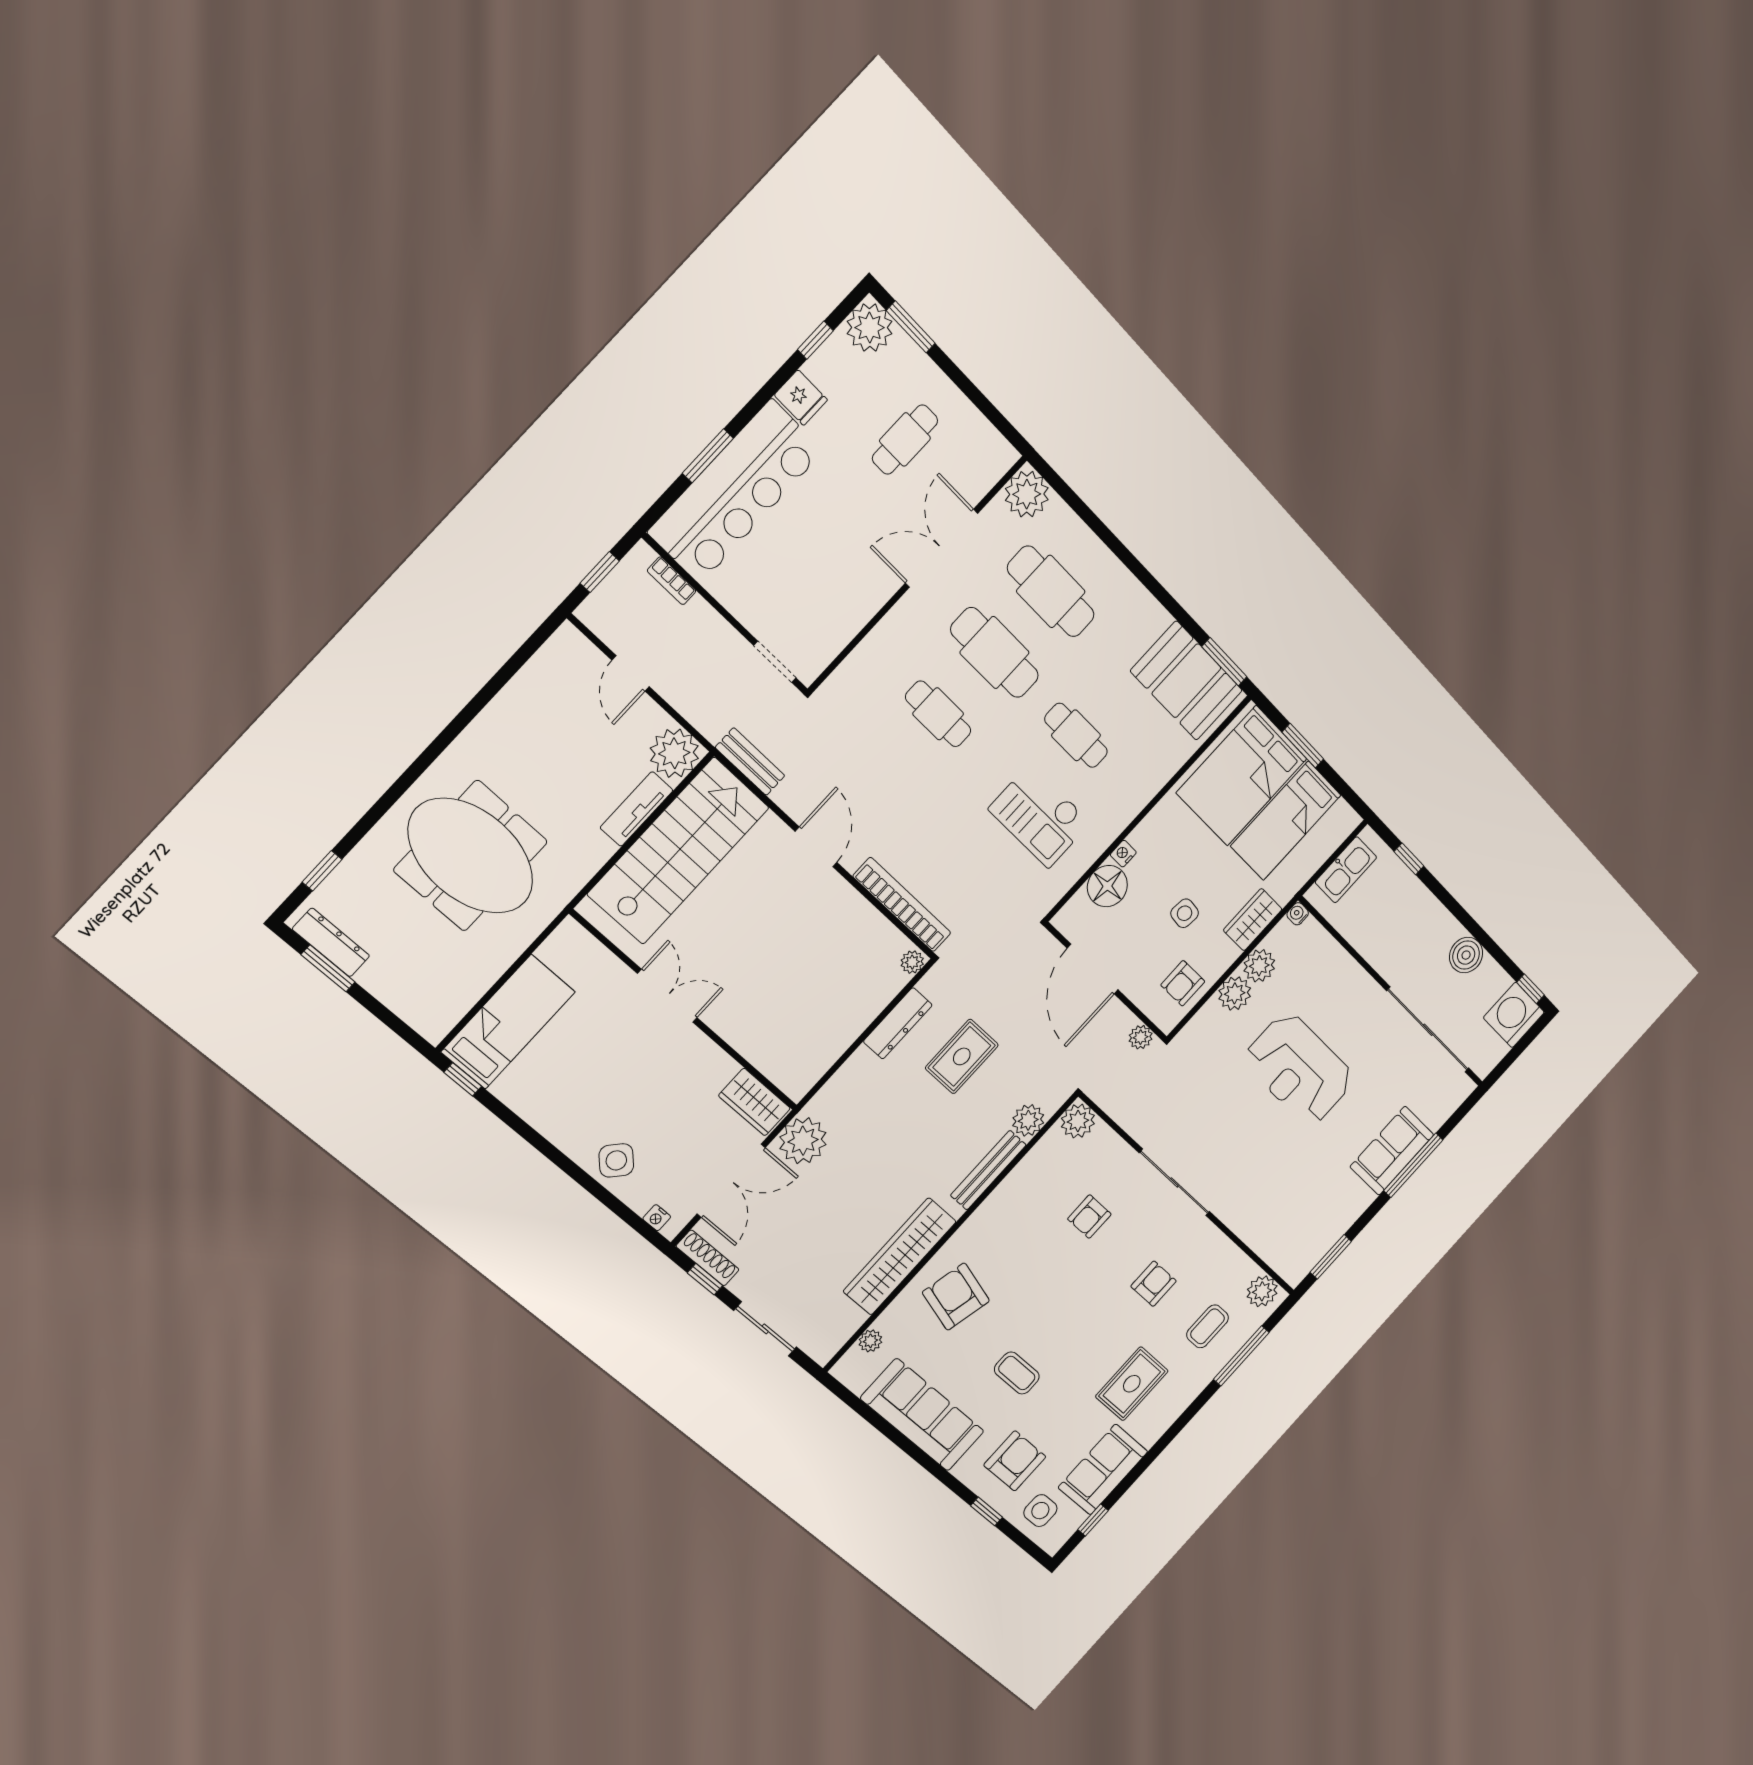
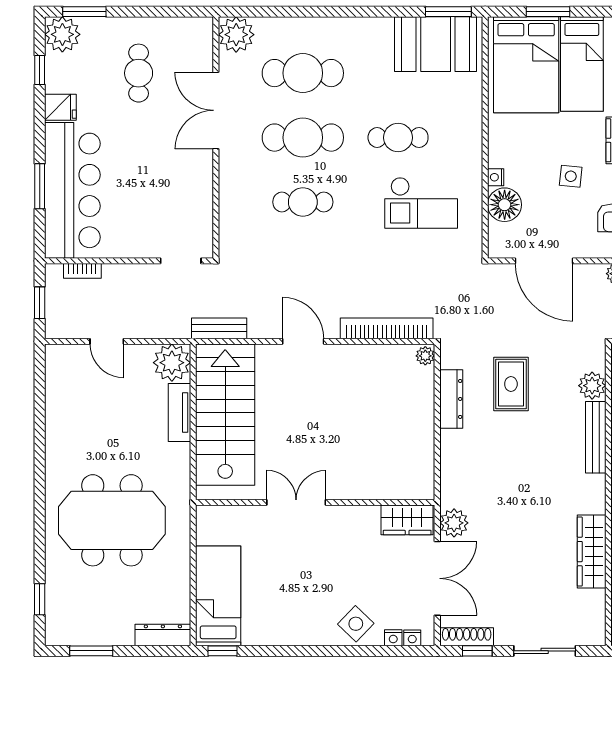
dresser: (331, 942) -> (163, 635), moved
plant: (803, 1141) -> (454, 523), width x0.73, depth x0.73
nightstand: (639, 1203) -> (393, 638), added
wardrobe: (900, 1256) -> (592, 552), width x0.71, depth x0.85

